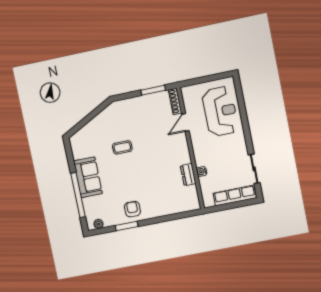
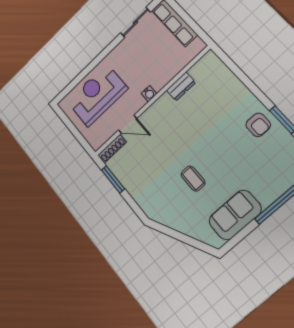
water cooler: (202, 171) -> (149, 94), moved
sofa: (88, 177) -> (235, 215), moved
armchair: (132, 209) -> (258, 125), turned -90

